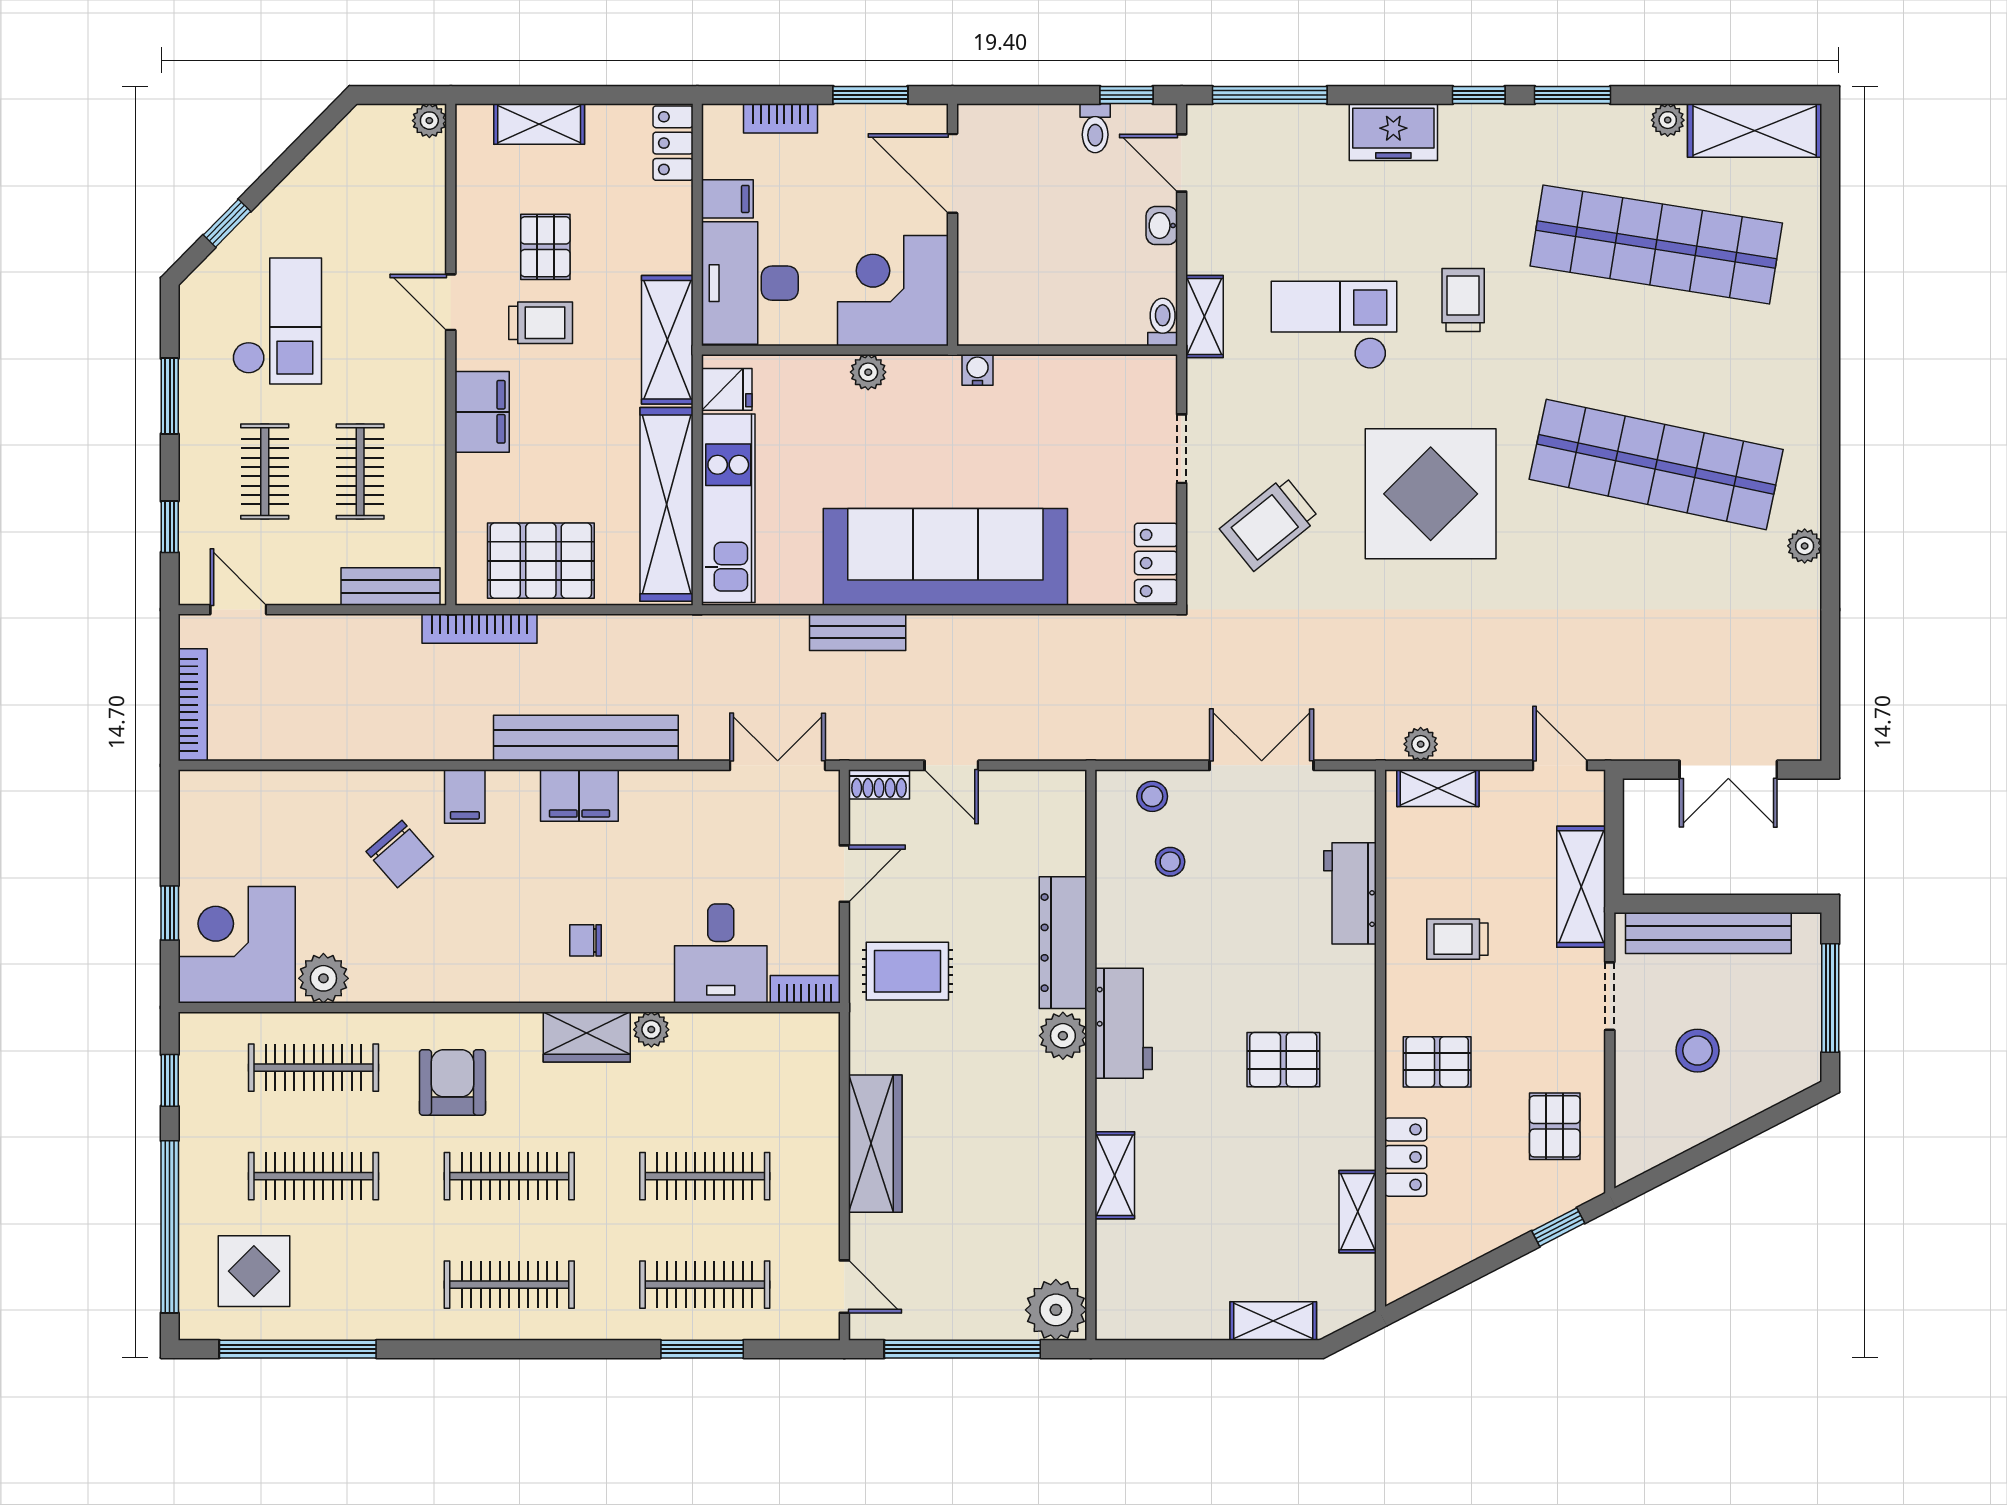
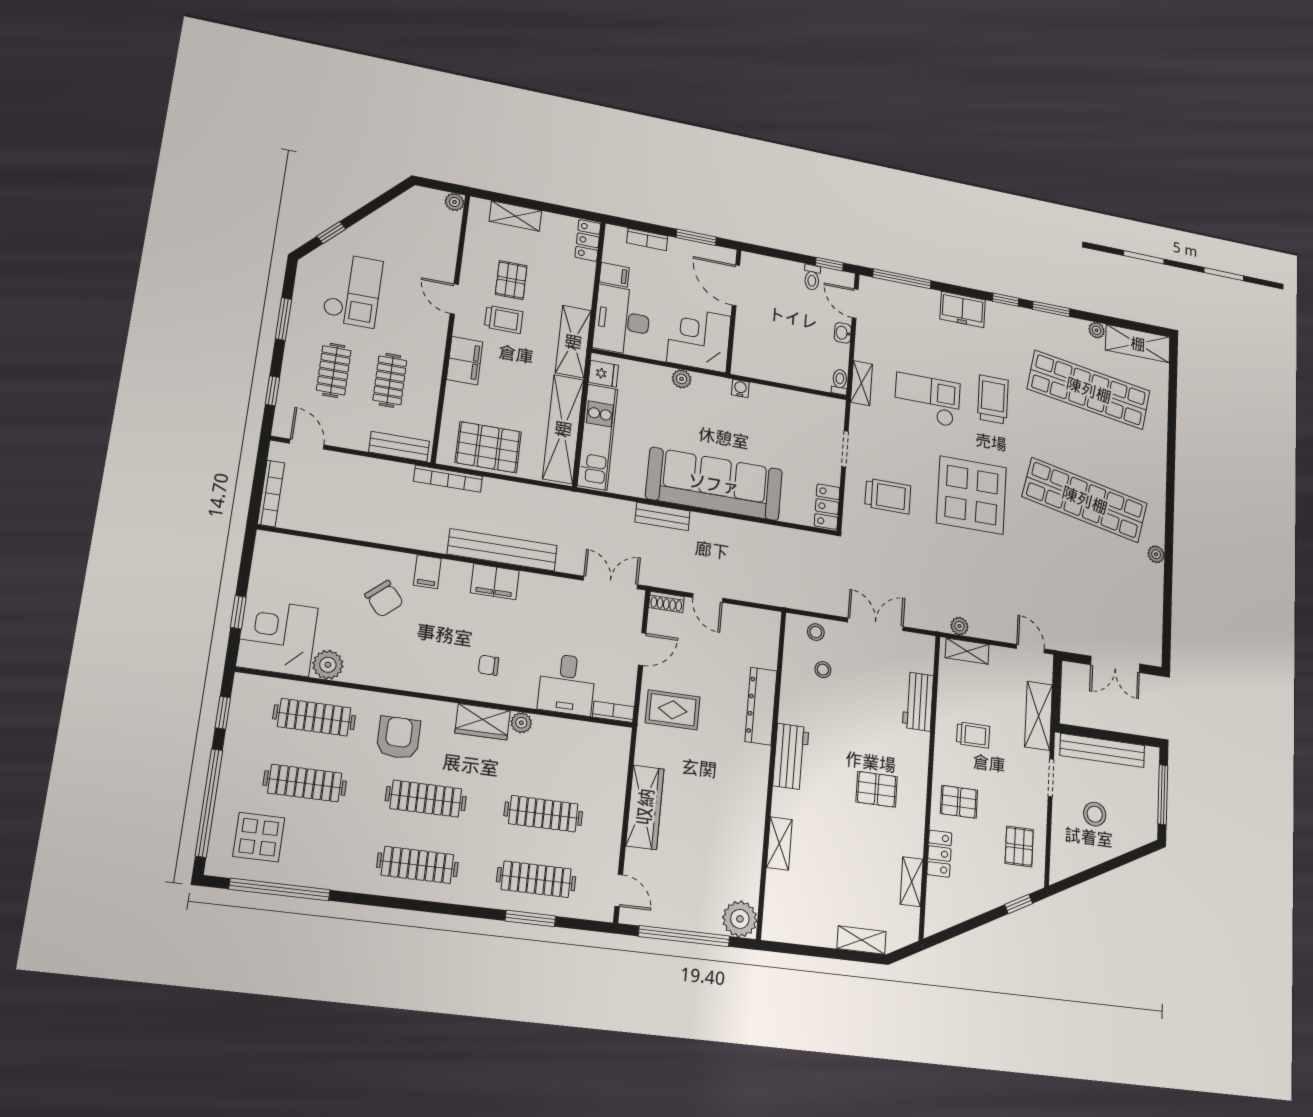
trolley: (1463, 300) -> (993, 399), width x1.36, depth x1.39
trolley: (1269, 524) -> (888, 496), turned -141
trolley: (1457, 939) -> (973, 735), turned 180
plant: (1063, 1036) -> (757, 759), removed

